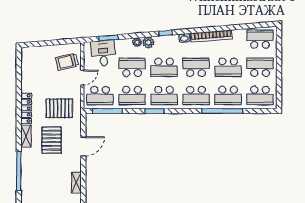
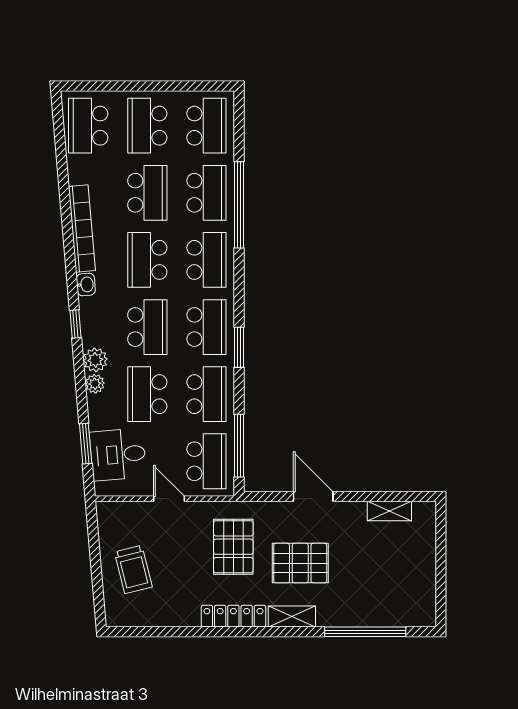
trolley: (67, 62) -> (133, 569), moved

